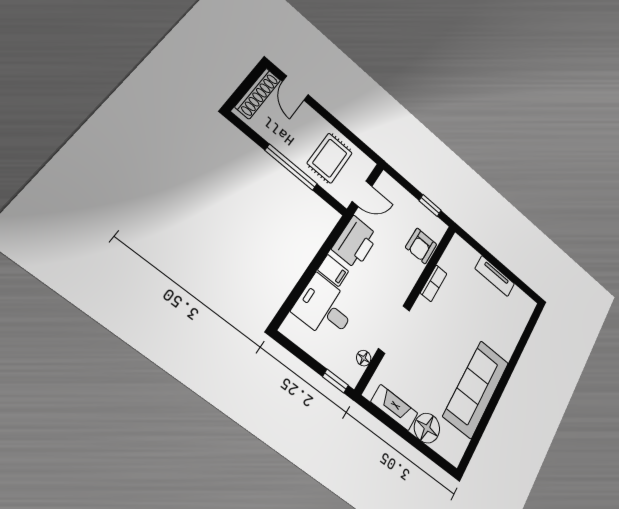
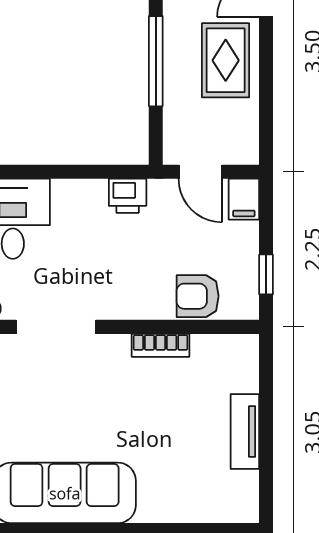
rug: (330, 158) -> (226, 60), moved, turned 90
printer: (355, 242) -> (128, 196), width x0.53, depth x0.68
filing cabinet: (333, 271) -> (244, 199), moved

